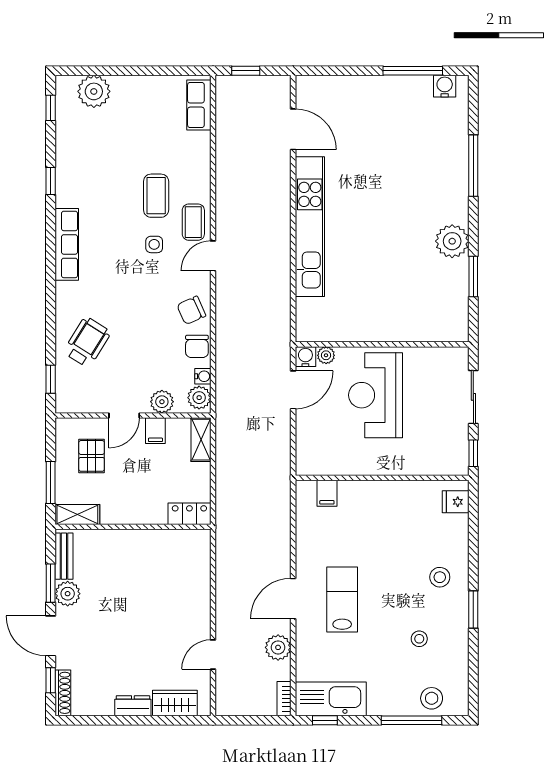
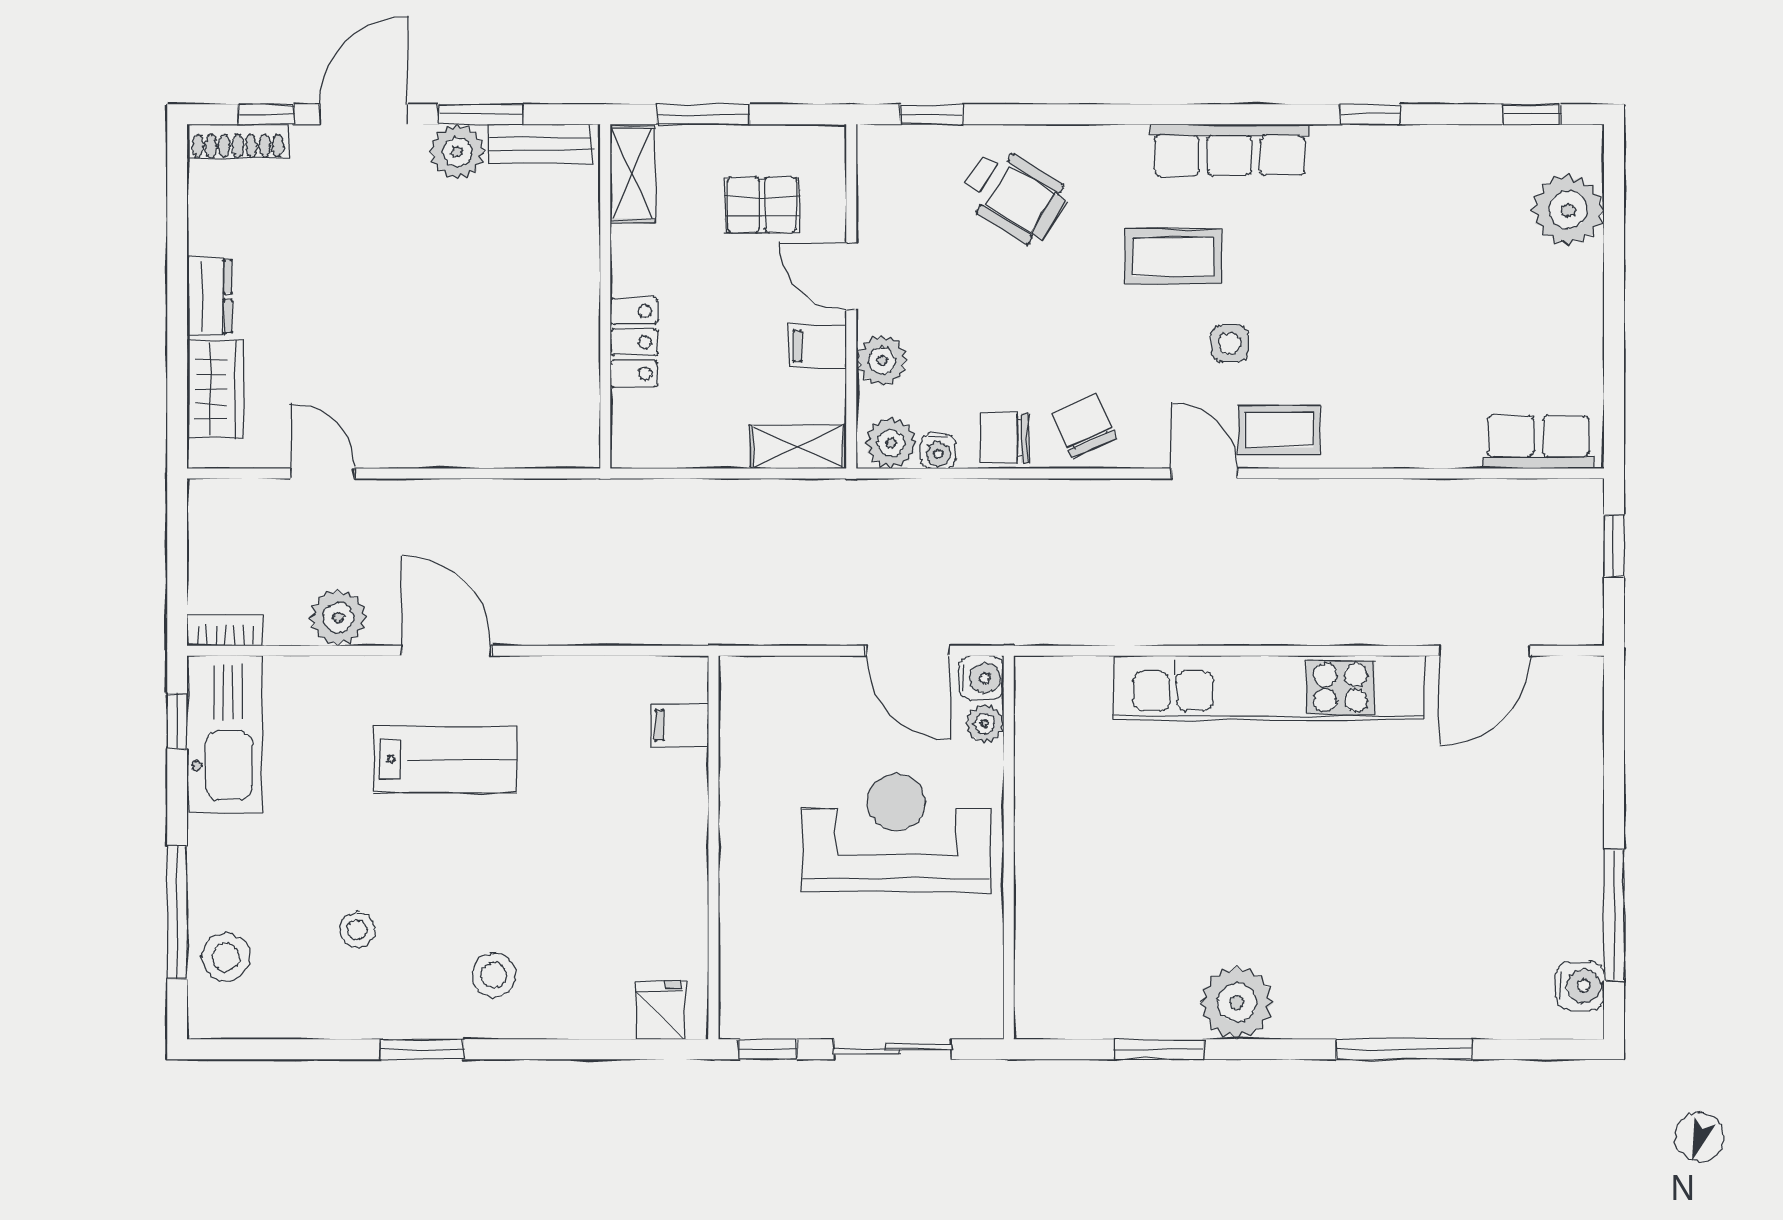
coffee table: (156, 196) -> (1173, 257), moved
locker: (189, 514) -> (634, 342), moved

